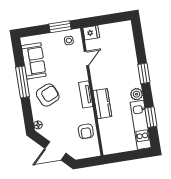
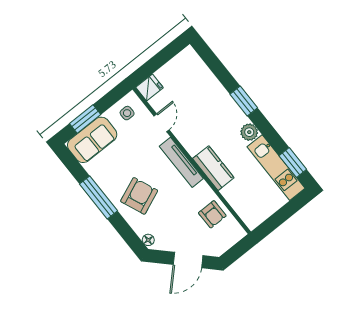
window: (60, 27) -> (85, 119), moved
sofa: (34, 61) -> (92, 140), moved, turned 90
tv unit: (86, 94) -> (181, 162), width x1.41
window: (151, 117) -> (293, 163), moved

